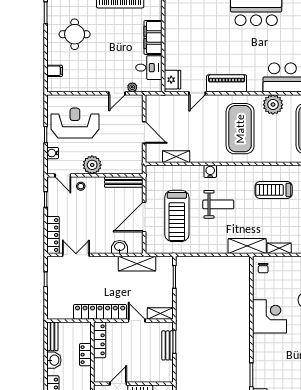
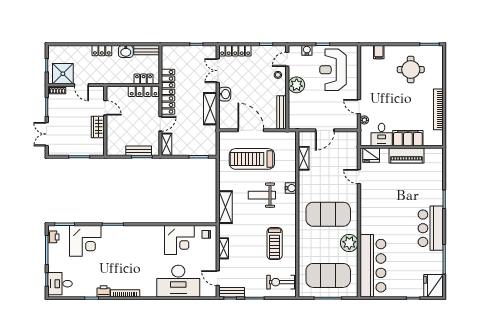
piano: (227, 83) -> (406, 156), moved, turned 90
reception desk: (75, 123) -> (333, 70), turned 180
treadmill: (274, 190) -> (275, 243), turned 180
weight bench: (218, 204) -> (262, 195), turned 90
shelving: (247, 246) -> (226, 207), moved
washbasin: (120, 247) -> (225, 94), moved
double door: (76, 255) -> (218, 71), swing flipped
shelving: (137, 264) -> (210, 109), moved
corner desk: (269, 316) -> (179, 240), moved
locker: (85, 355) -> (143, 79), moved

